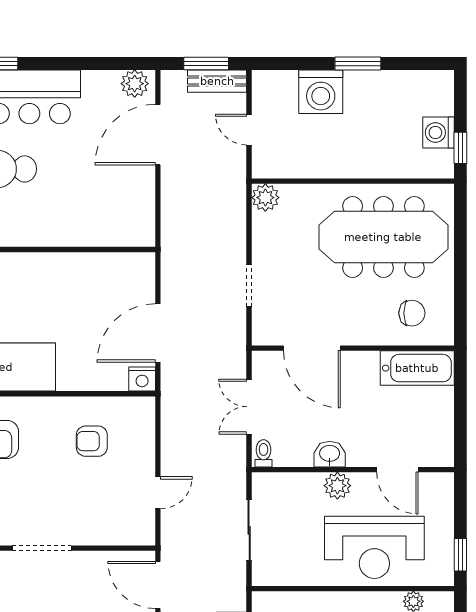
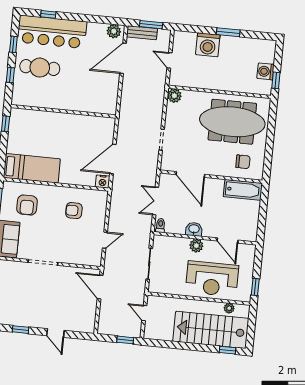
bench: (217, 81) -> (142, 33), moved

